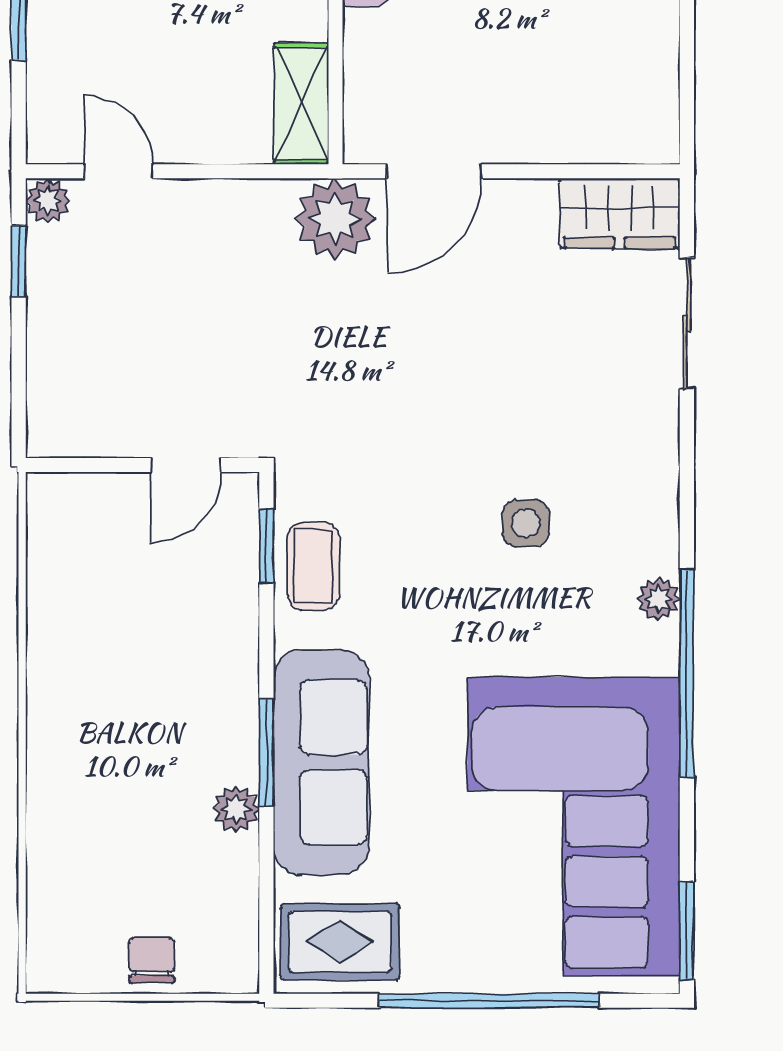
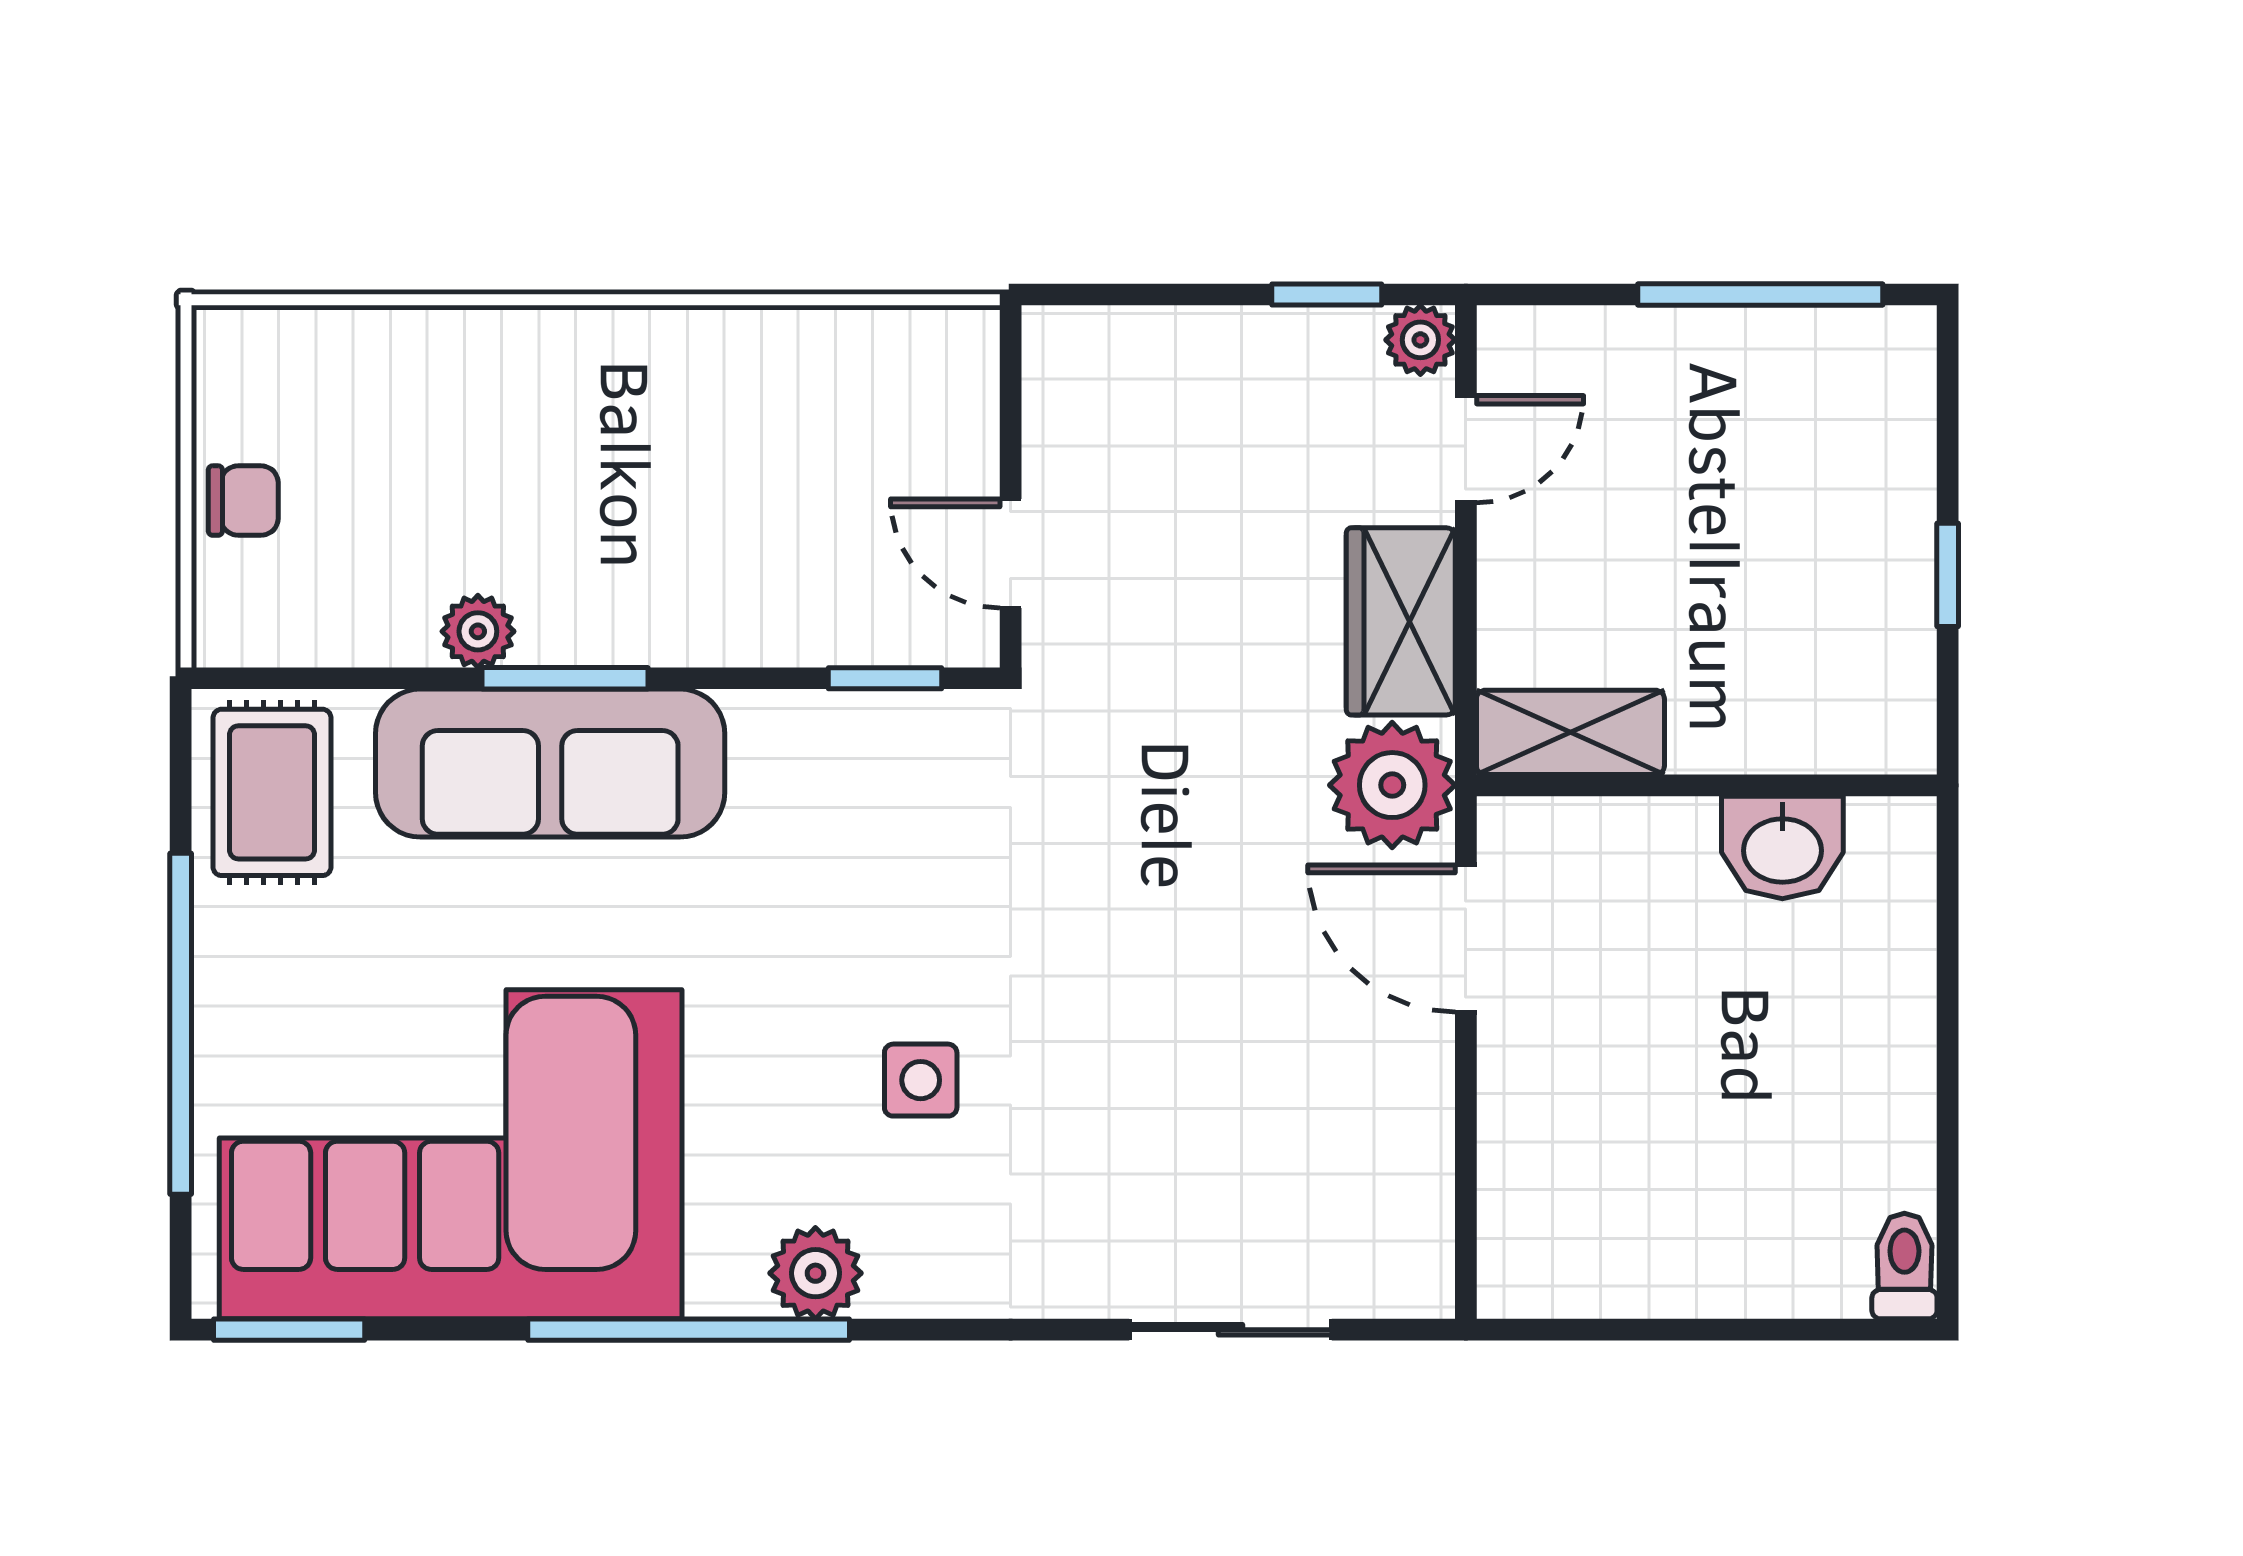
wardrobe: (619, 213) -> (1401, 621), moved
coffee table: (313, 566) -> (854, 751), removed
plant: (658, 599) -> (815, 1273), width x1.38, depth x1.38

